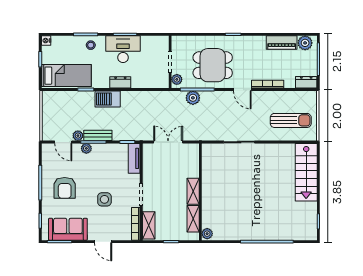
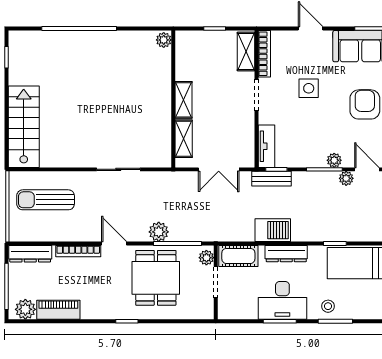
dining table: (213, 65) -> (156, 278), turned 90
cot: (154, 81) -> (238, 256), added
dresser: (120, 82) -> (286, 254), width x1.44
dresser: (306, 82) -> (30, 254), width x1.44
plant: (193, 98) -> (159, 232), moved
barbecue: (108, 99) -> (273, 230), moved
bench: (98, 135) -> (271, 179), moved
shelving: (193, 219) -> (184, 139), moved

